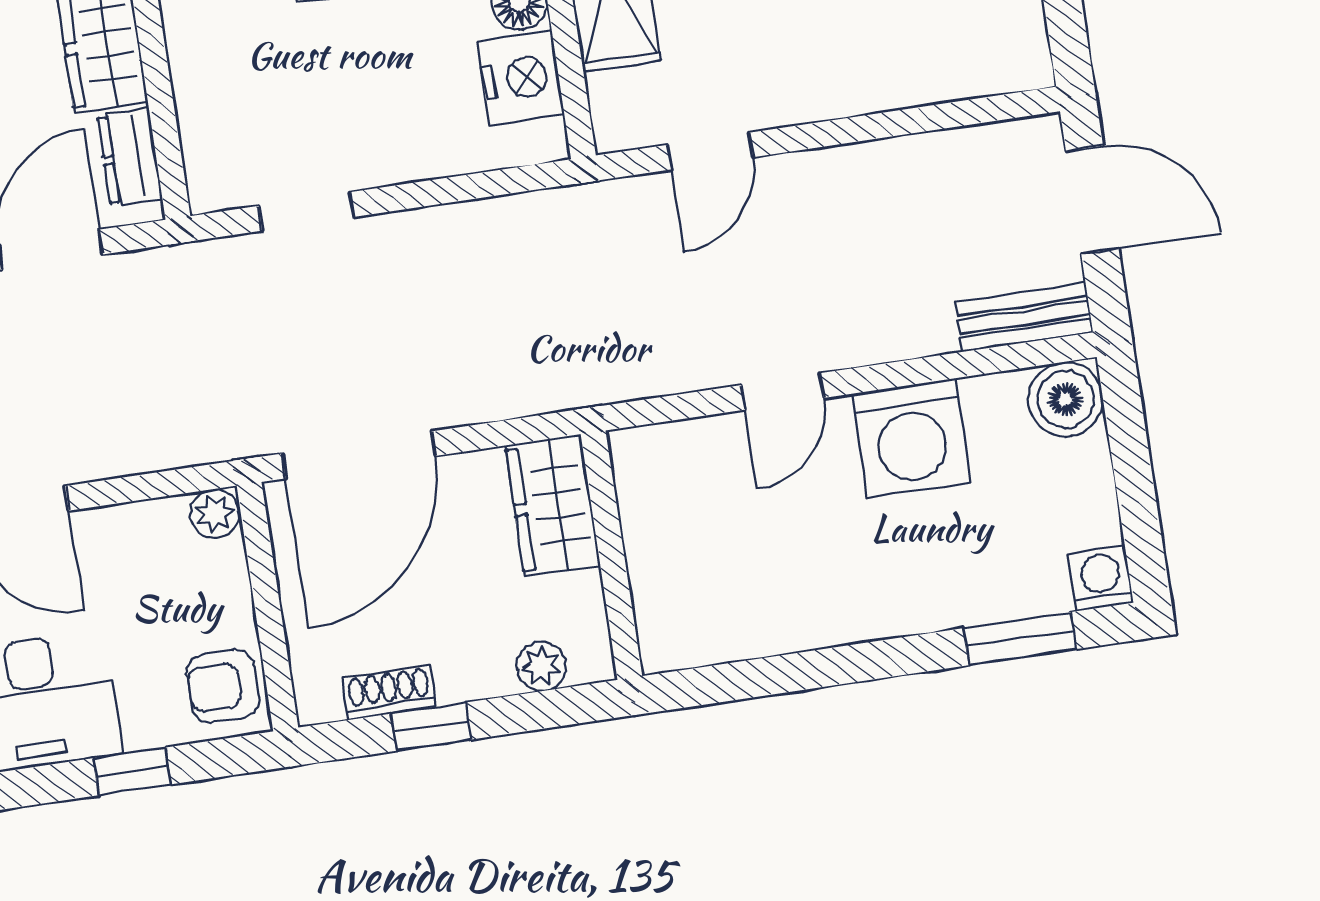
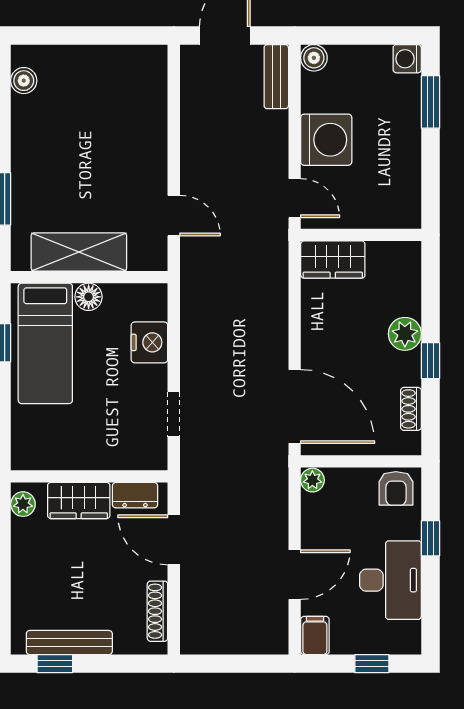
nightstand: (521, 78) -> (149, 342), moved, turned 90
boiler: (1065, 399) -> (314, 58), width x0.73, depth x0.73
wardrobe: (553, 505) -> (333, 260), moved
wall: (611, 555) -> (361, 235), moved
plant: (541, 666) -> (405, 334), width x1.38, depth x1.38
window: (431, 727) -> (430, 361), moved

